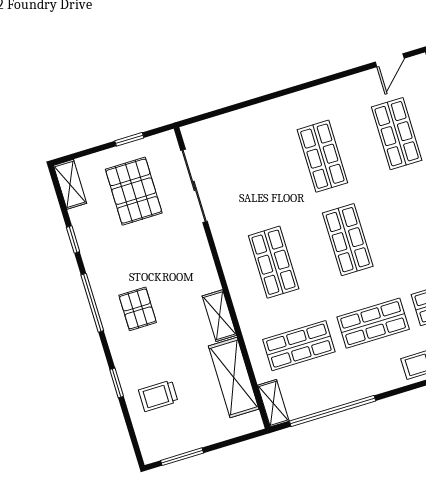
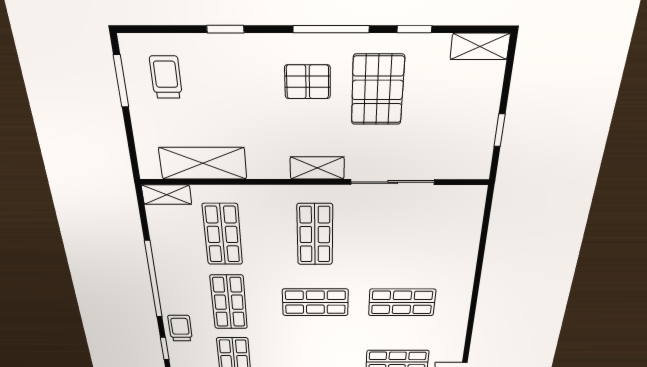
sliding door: (194, 186) -> (393, 182), moved
pallet: (134, 191) -> (378, 90), moved, turned 90
shop shelf: (274, 262) -> (315, 235), turned 90
shelving: (219, 316) -> (317, 168), moved
trolley: (158, 396) -> (166, 77), moved
window: (333, 411) -> (153, 280), moved

